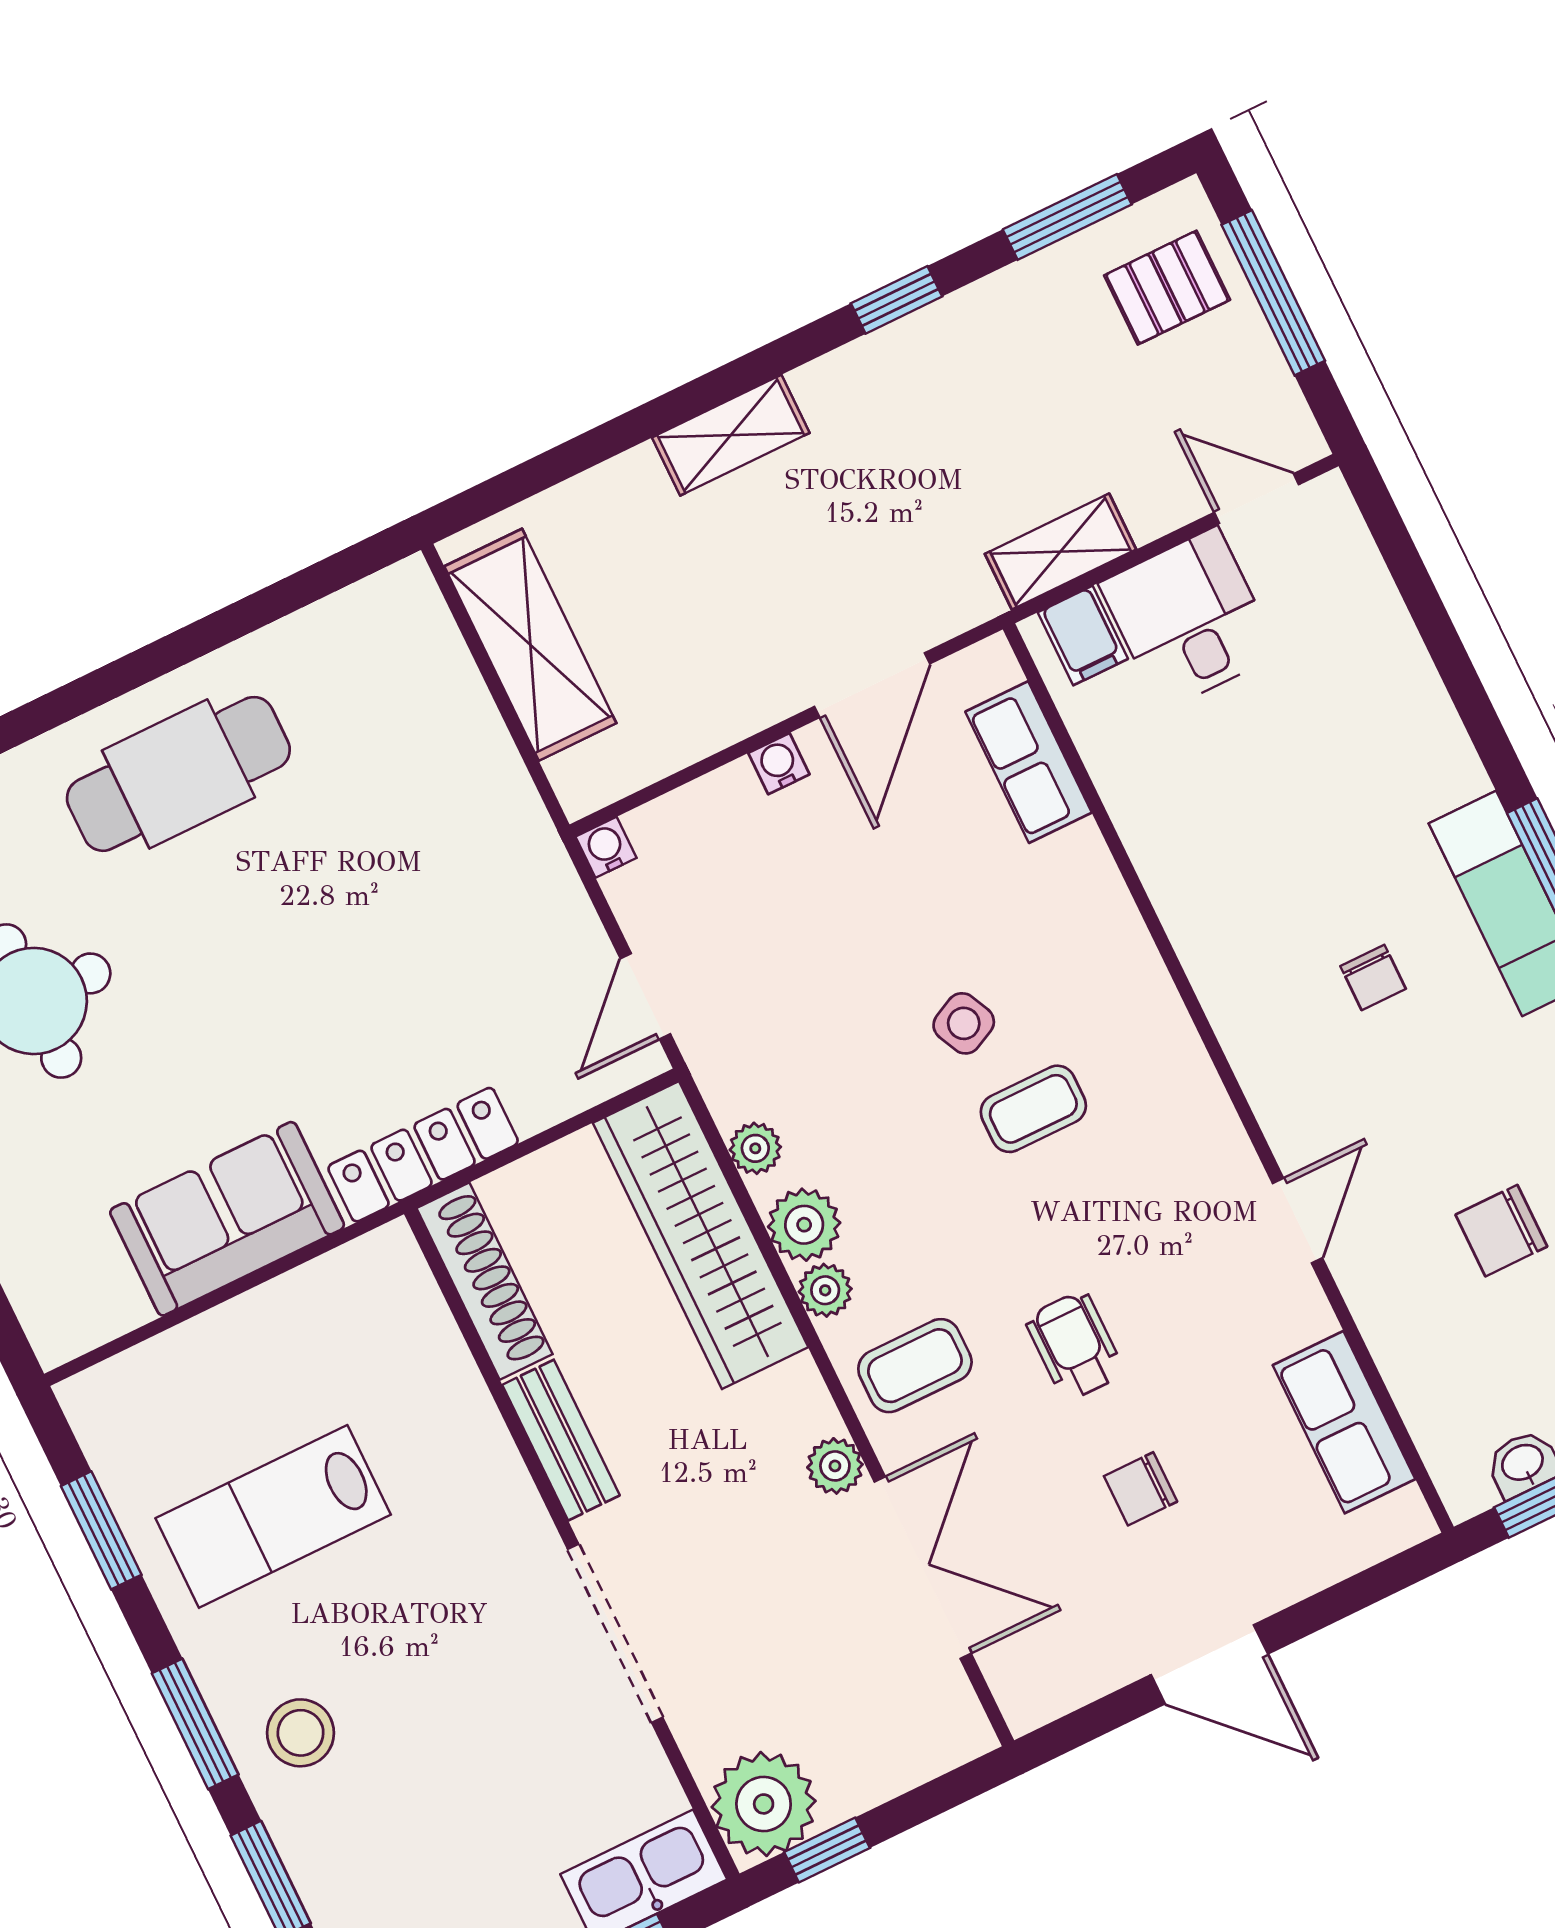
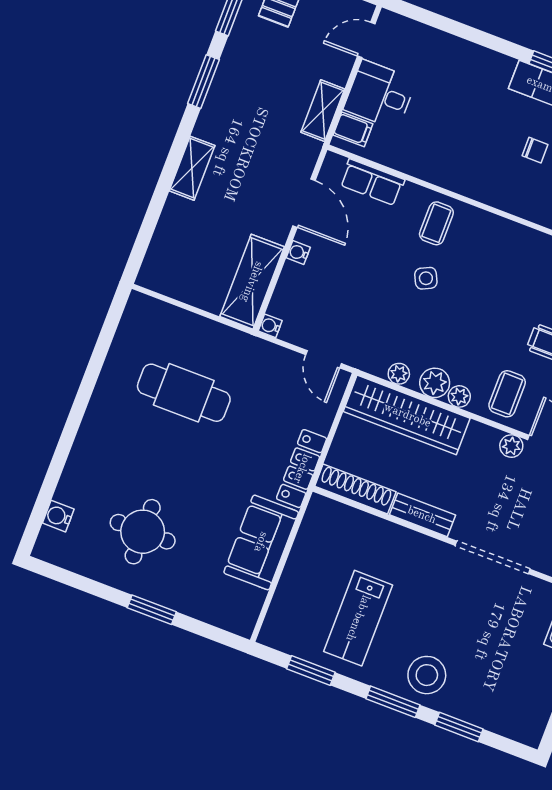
window: (897, 300) -> (204, 82), width x1.50
shelving: (530, 645) -> (252, 282), moved, turned 90
cafe table: (178, 774) -> (184, 393), moved, turned 90
coffee table: (1033, 1109) -> (436, 223), moved
stool: (301, 1733) -> (427, 675), width x1.38, depth x1.38

